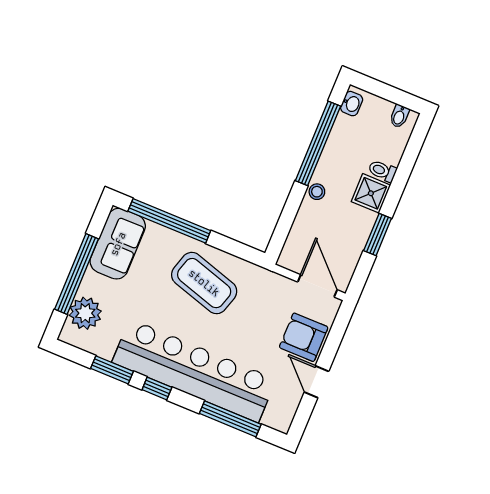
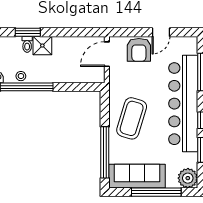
stool: (317, 192) -> (21, 76), moved
window: (378, 234) -> (28, 32), moved
sofa: (118, 244) -> (137, 176), width x1.36
plant: (85, 313) -> (188, 178), moved

